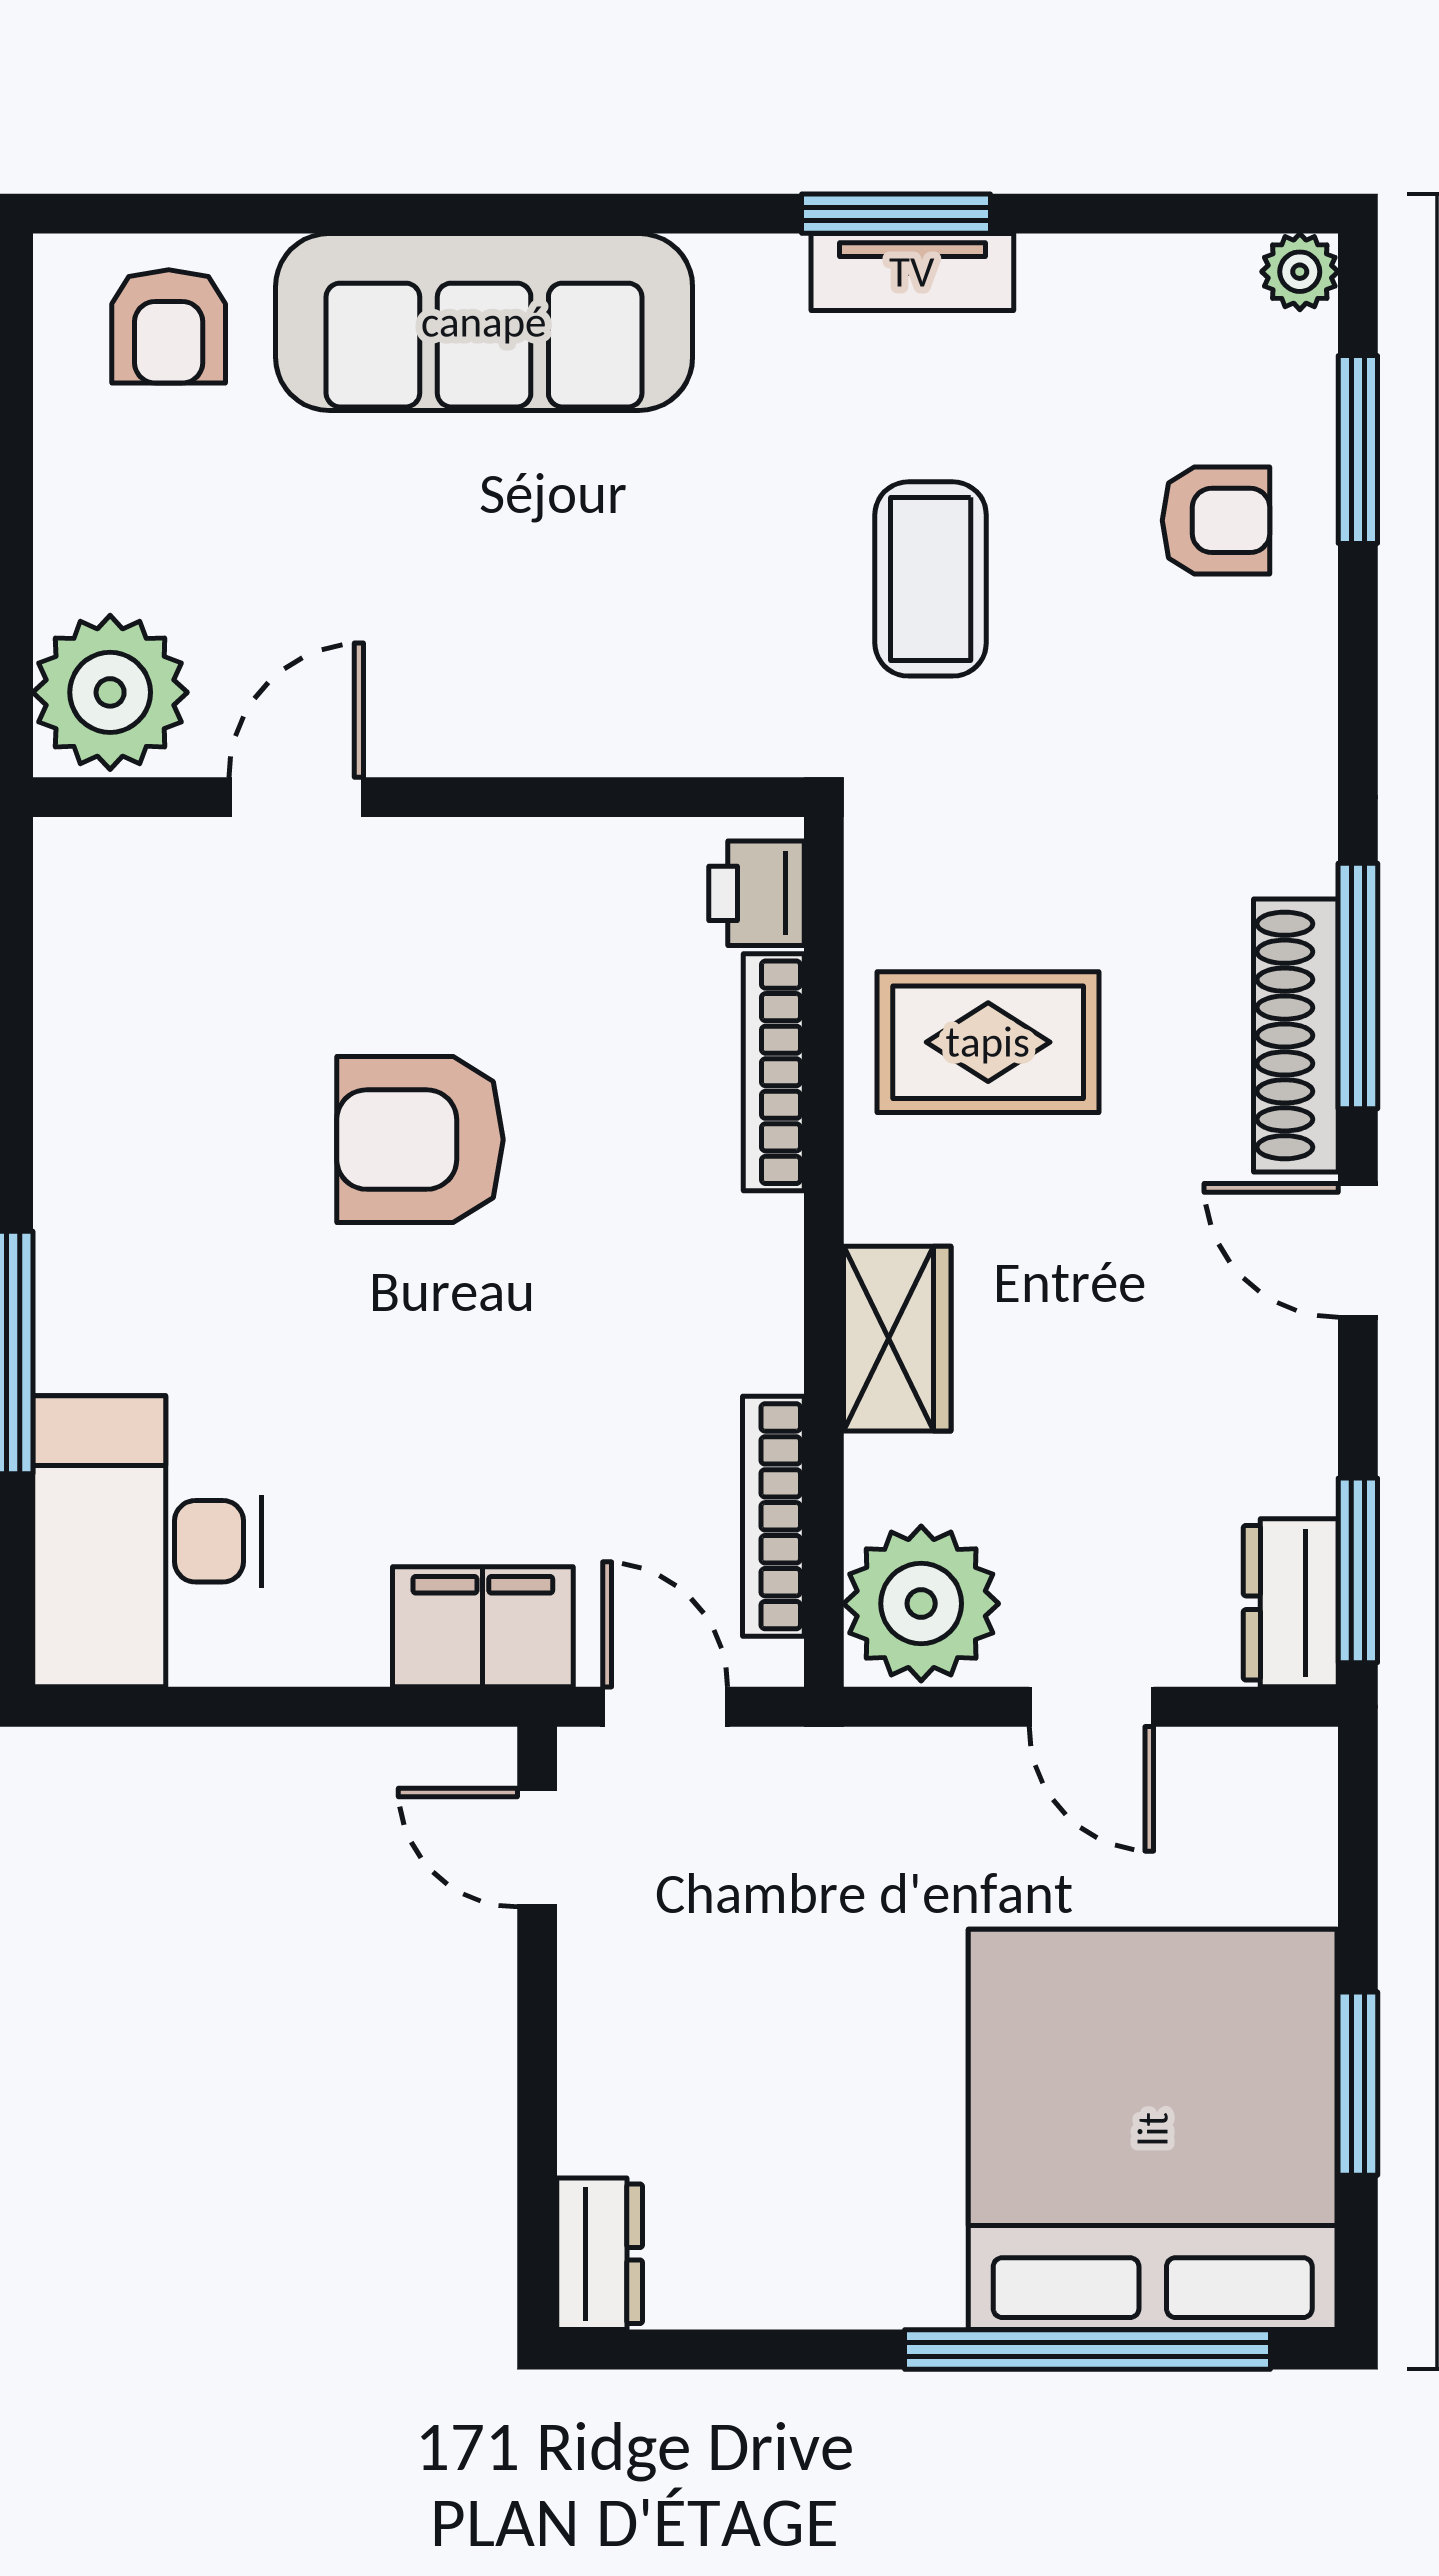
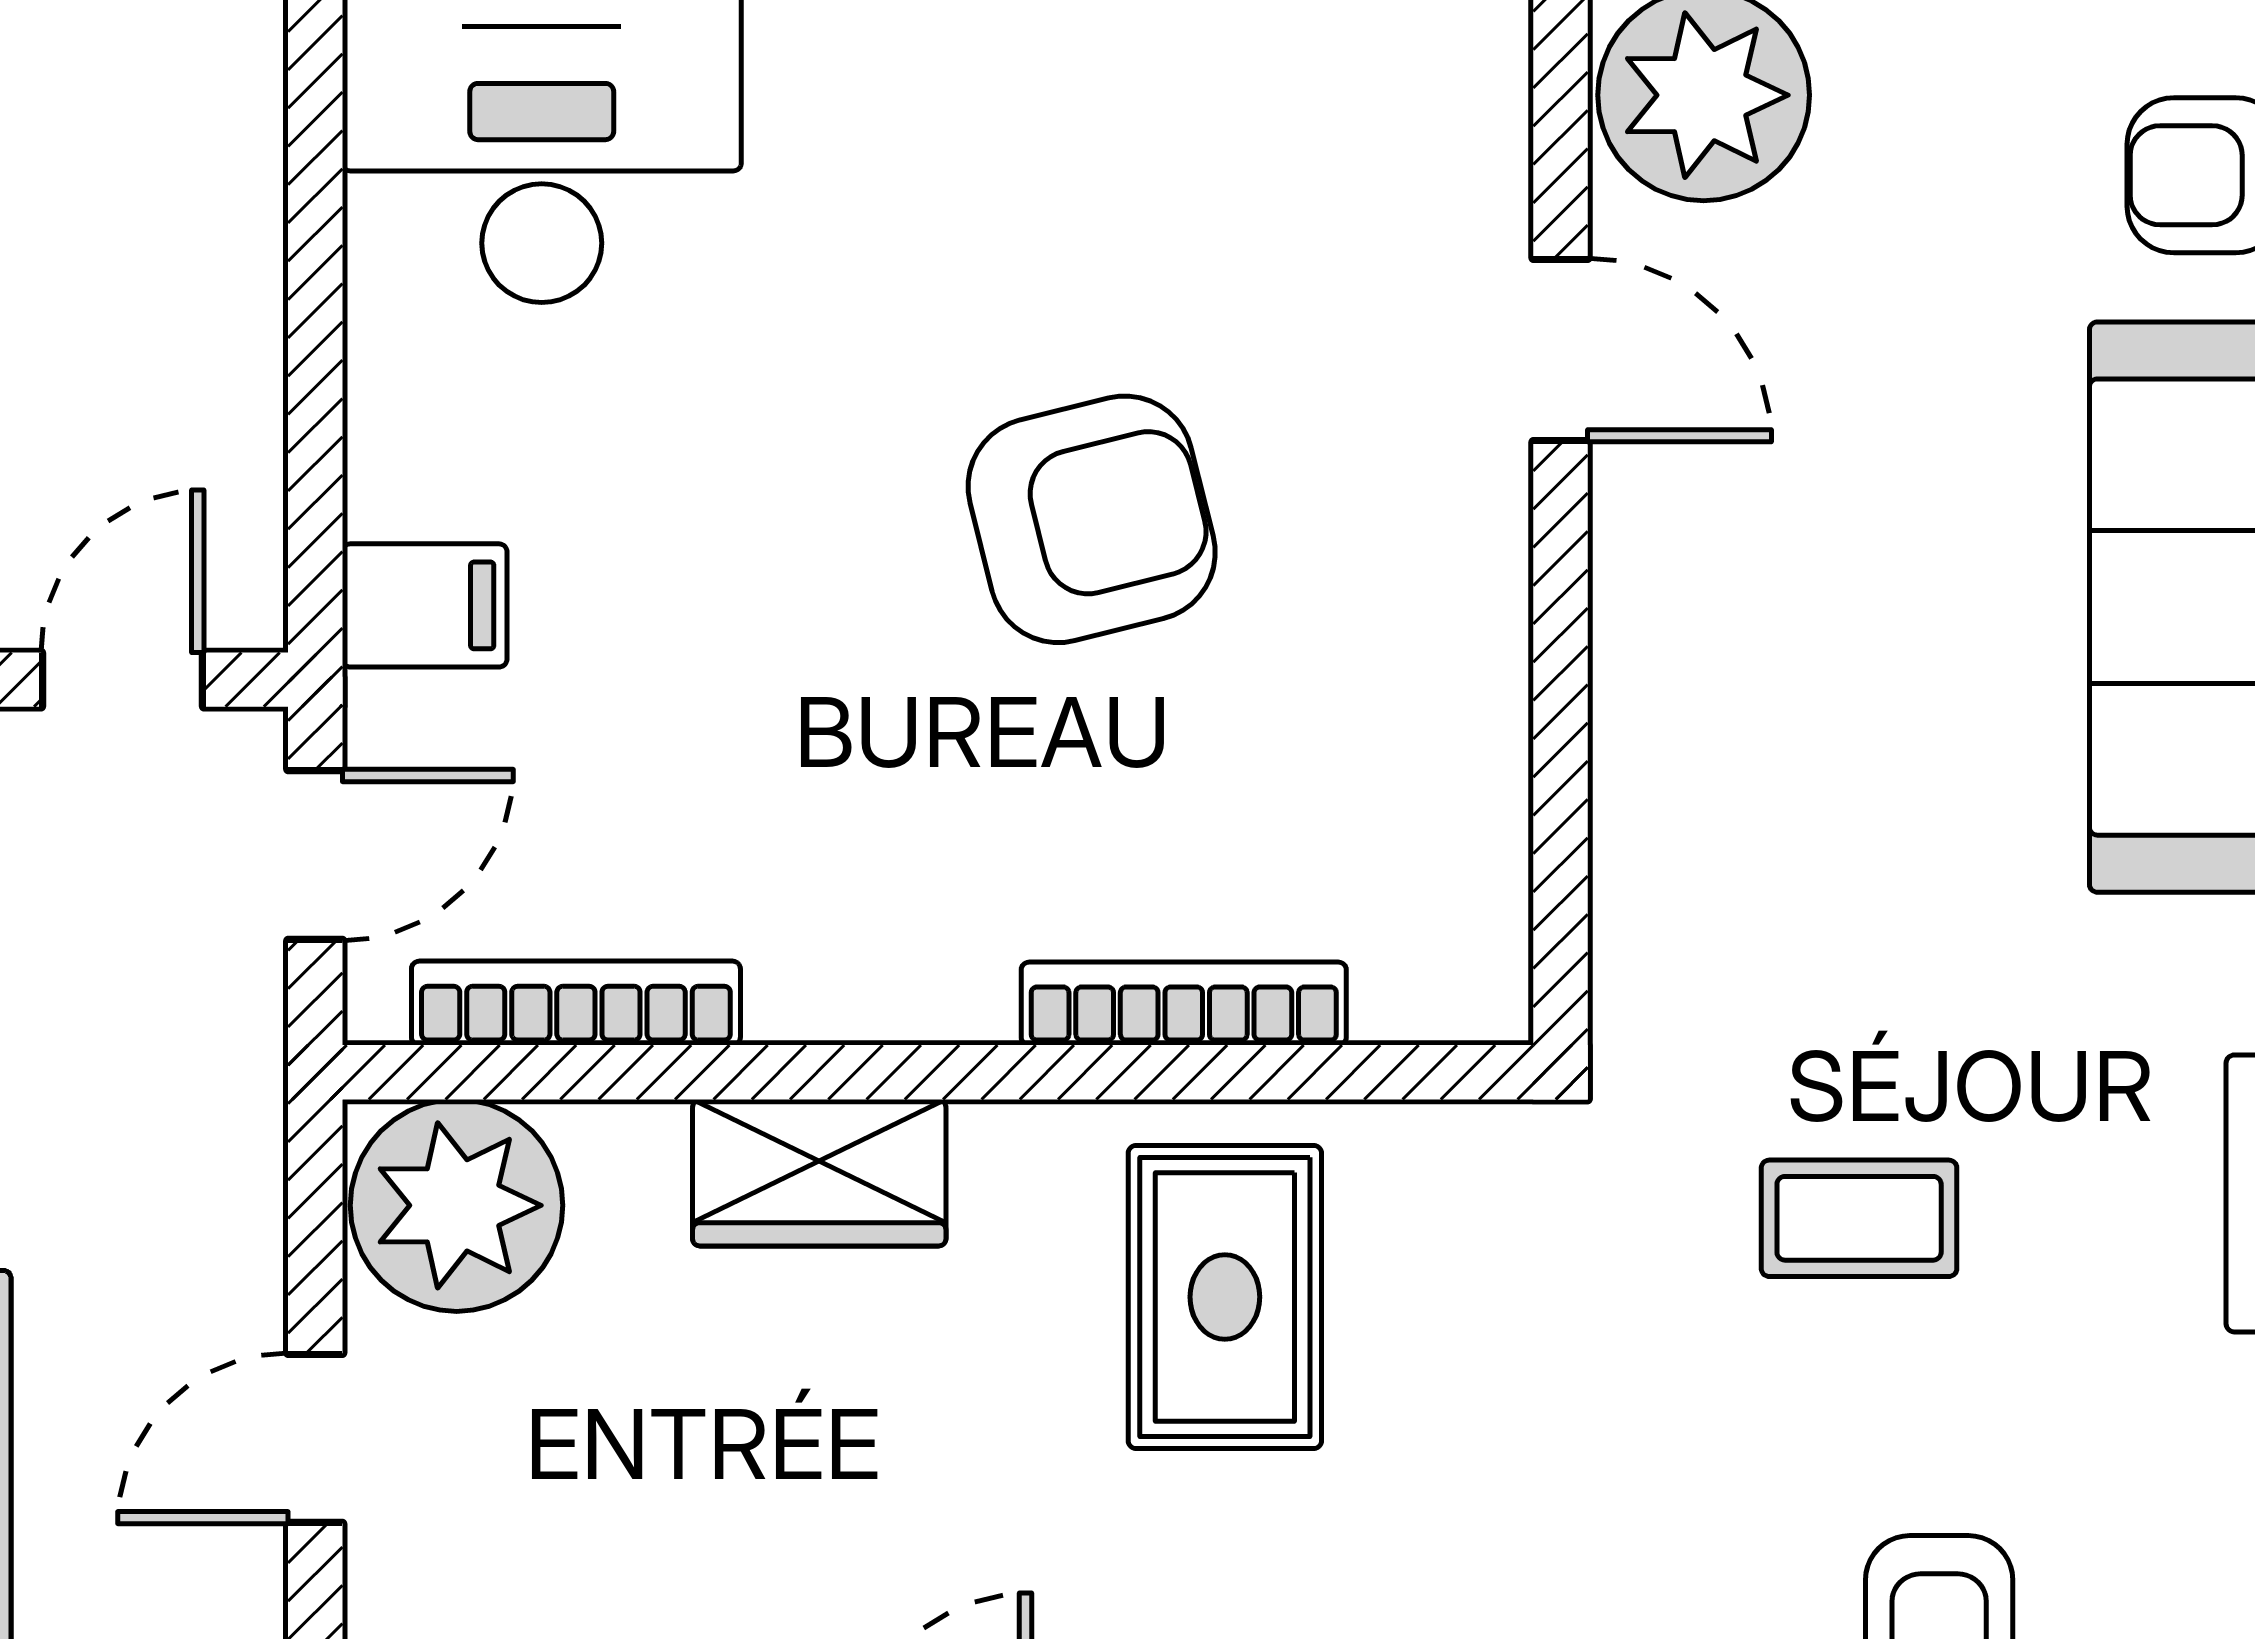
coffee table: (931, 579) -> (1859, 1218), width x0.73, depth x0.77
printer: (756, 893) -> (1429, 980), removed
armchair: (420, 1140) -> (1092, 519), turned 76
filing cabinet: (483, 1627) -> (425, 605), width x0.50

